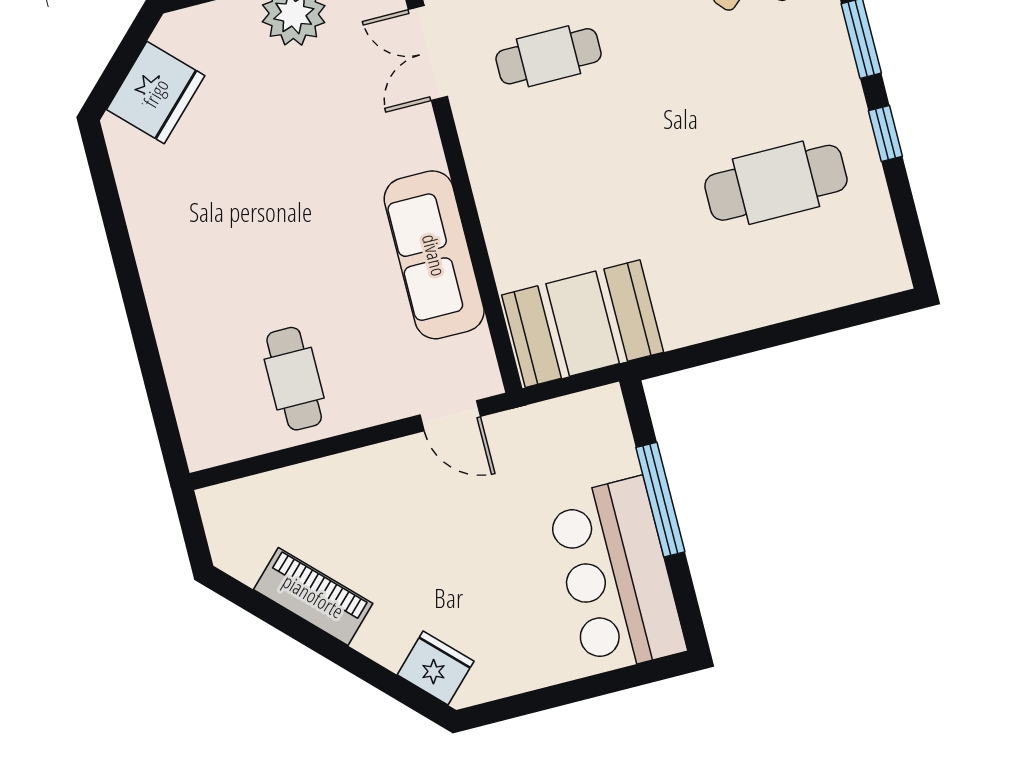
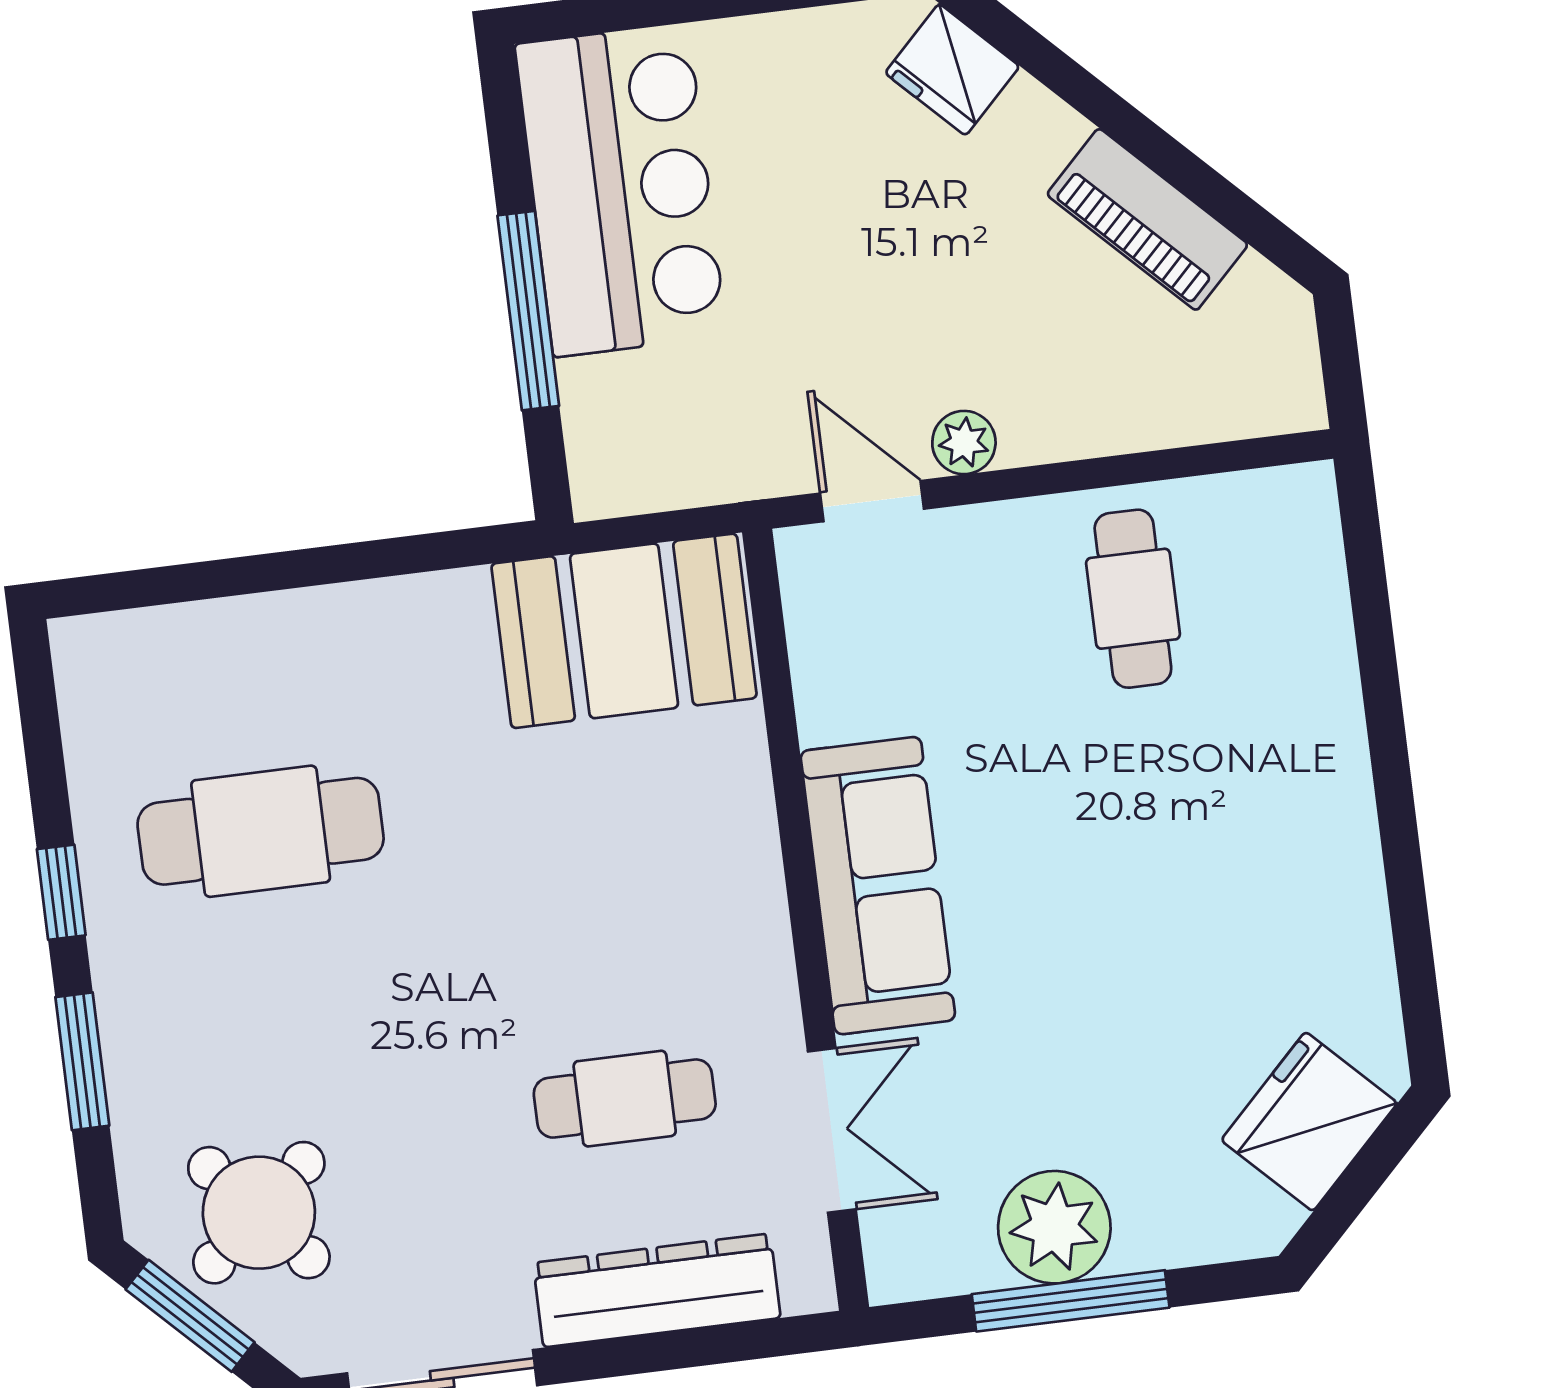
sofa: (434, 255) -> (878, 886), moved
plant: (402, 456) -> (964, 442), added

